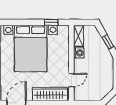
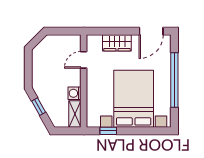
wardrobe: (50, 94) -> (117, 43), width x0.67

